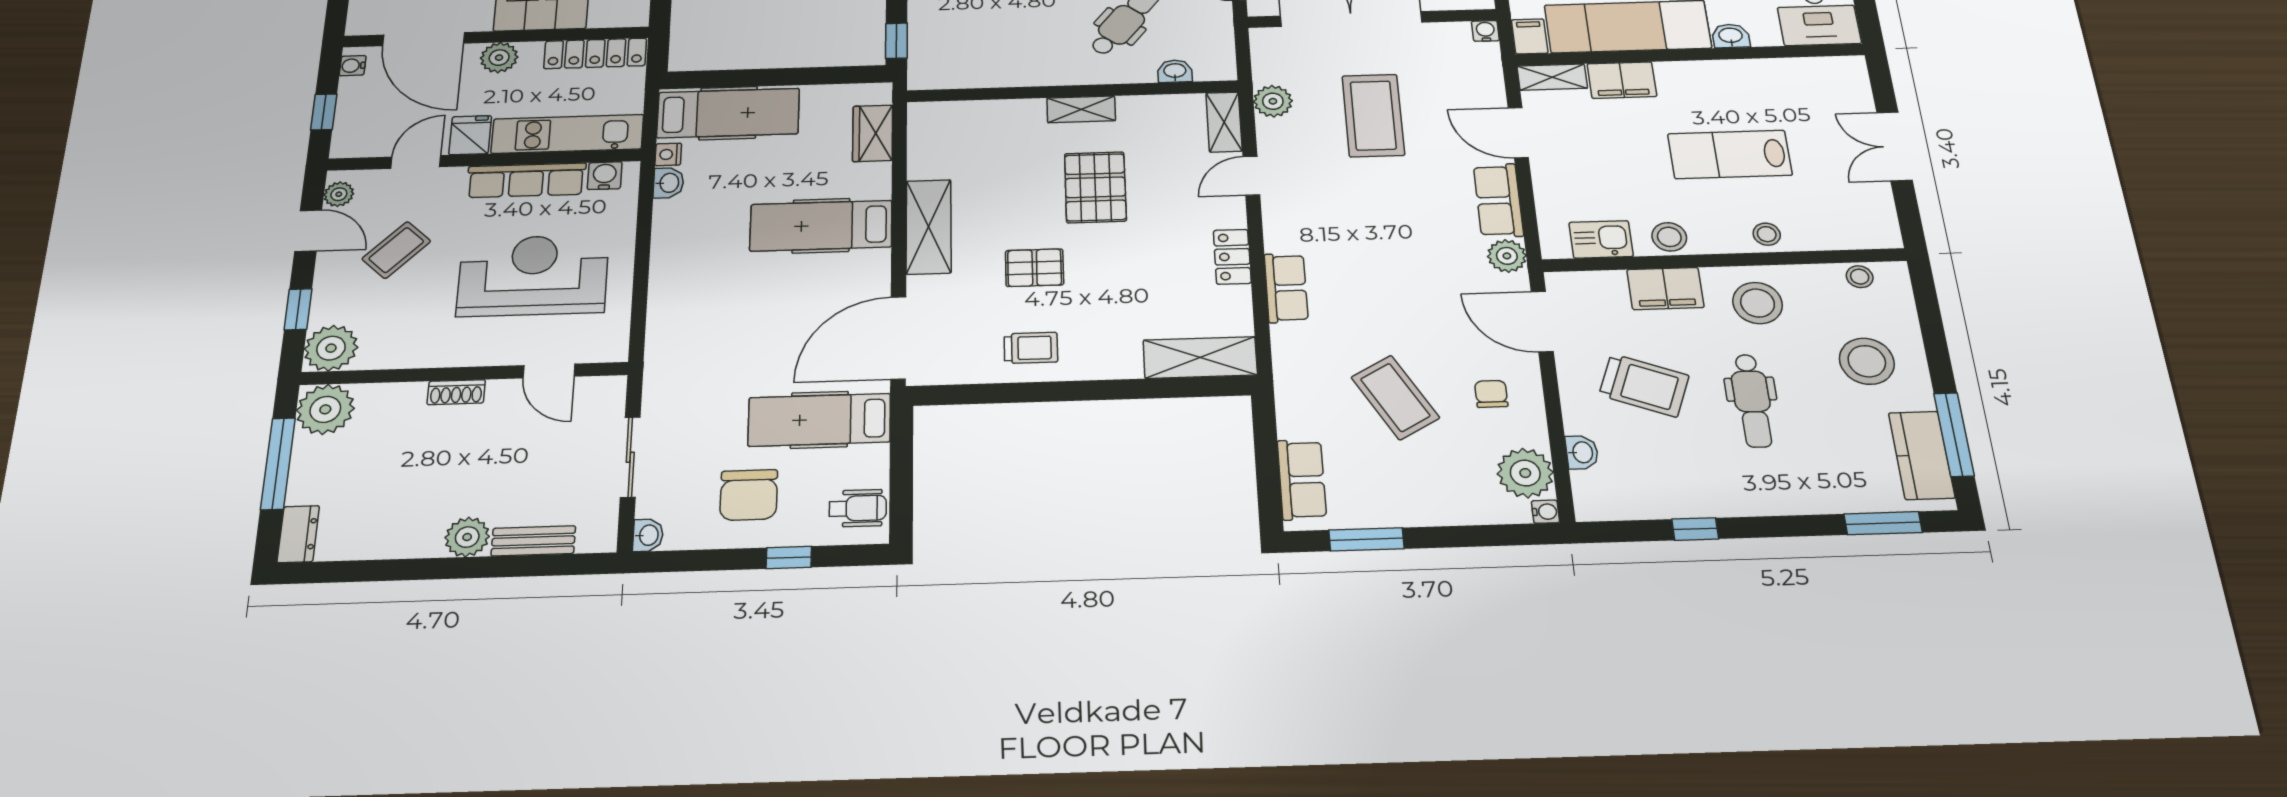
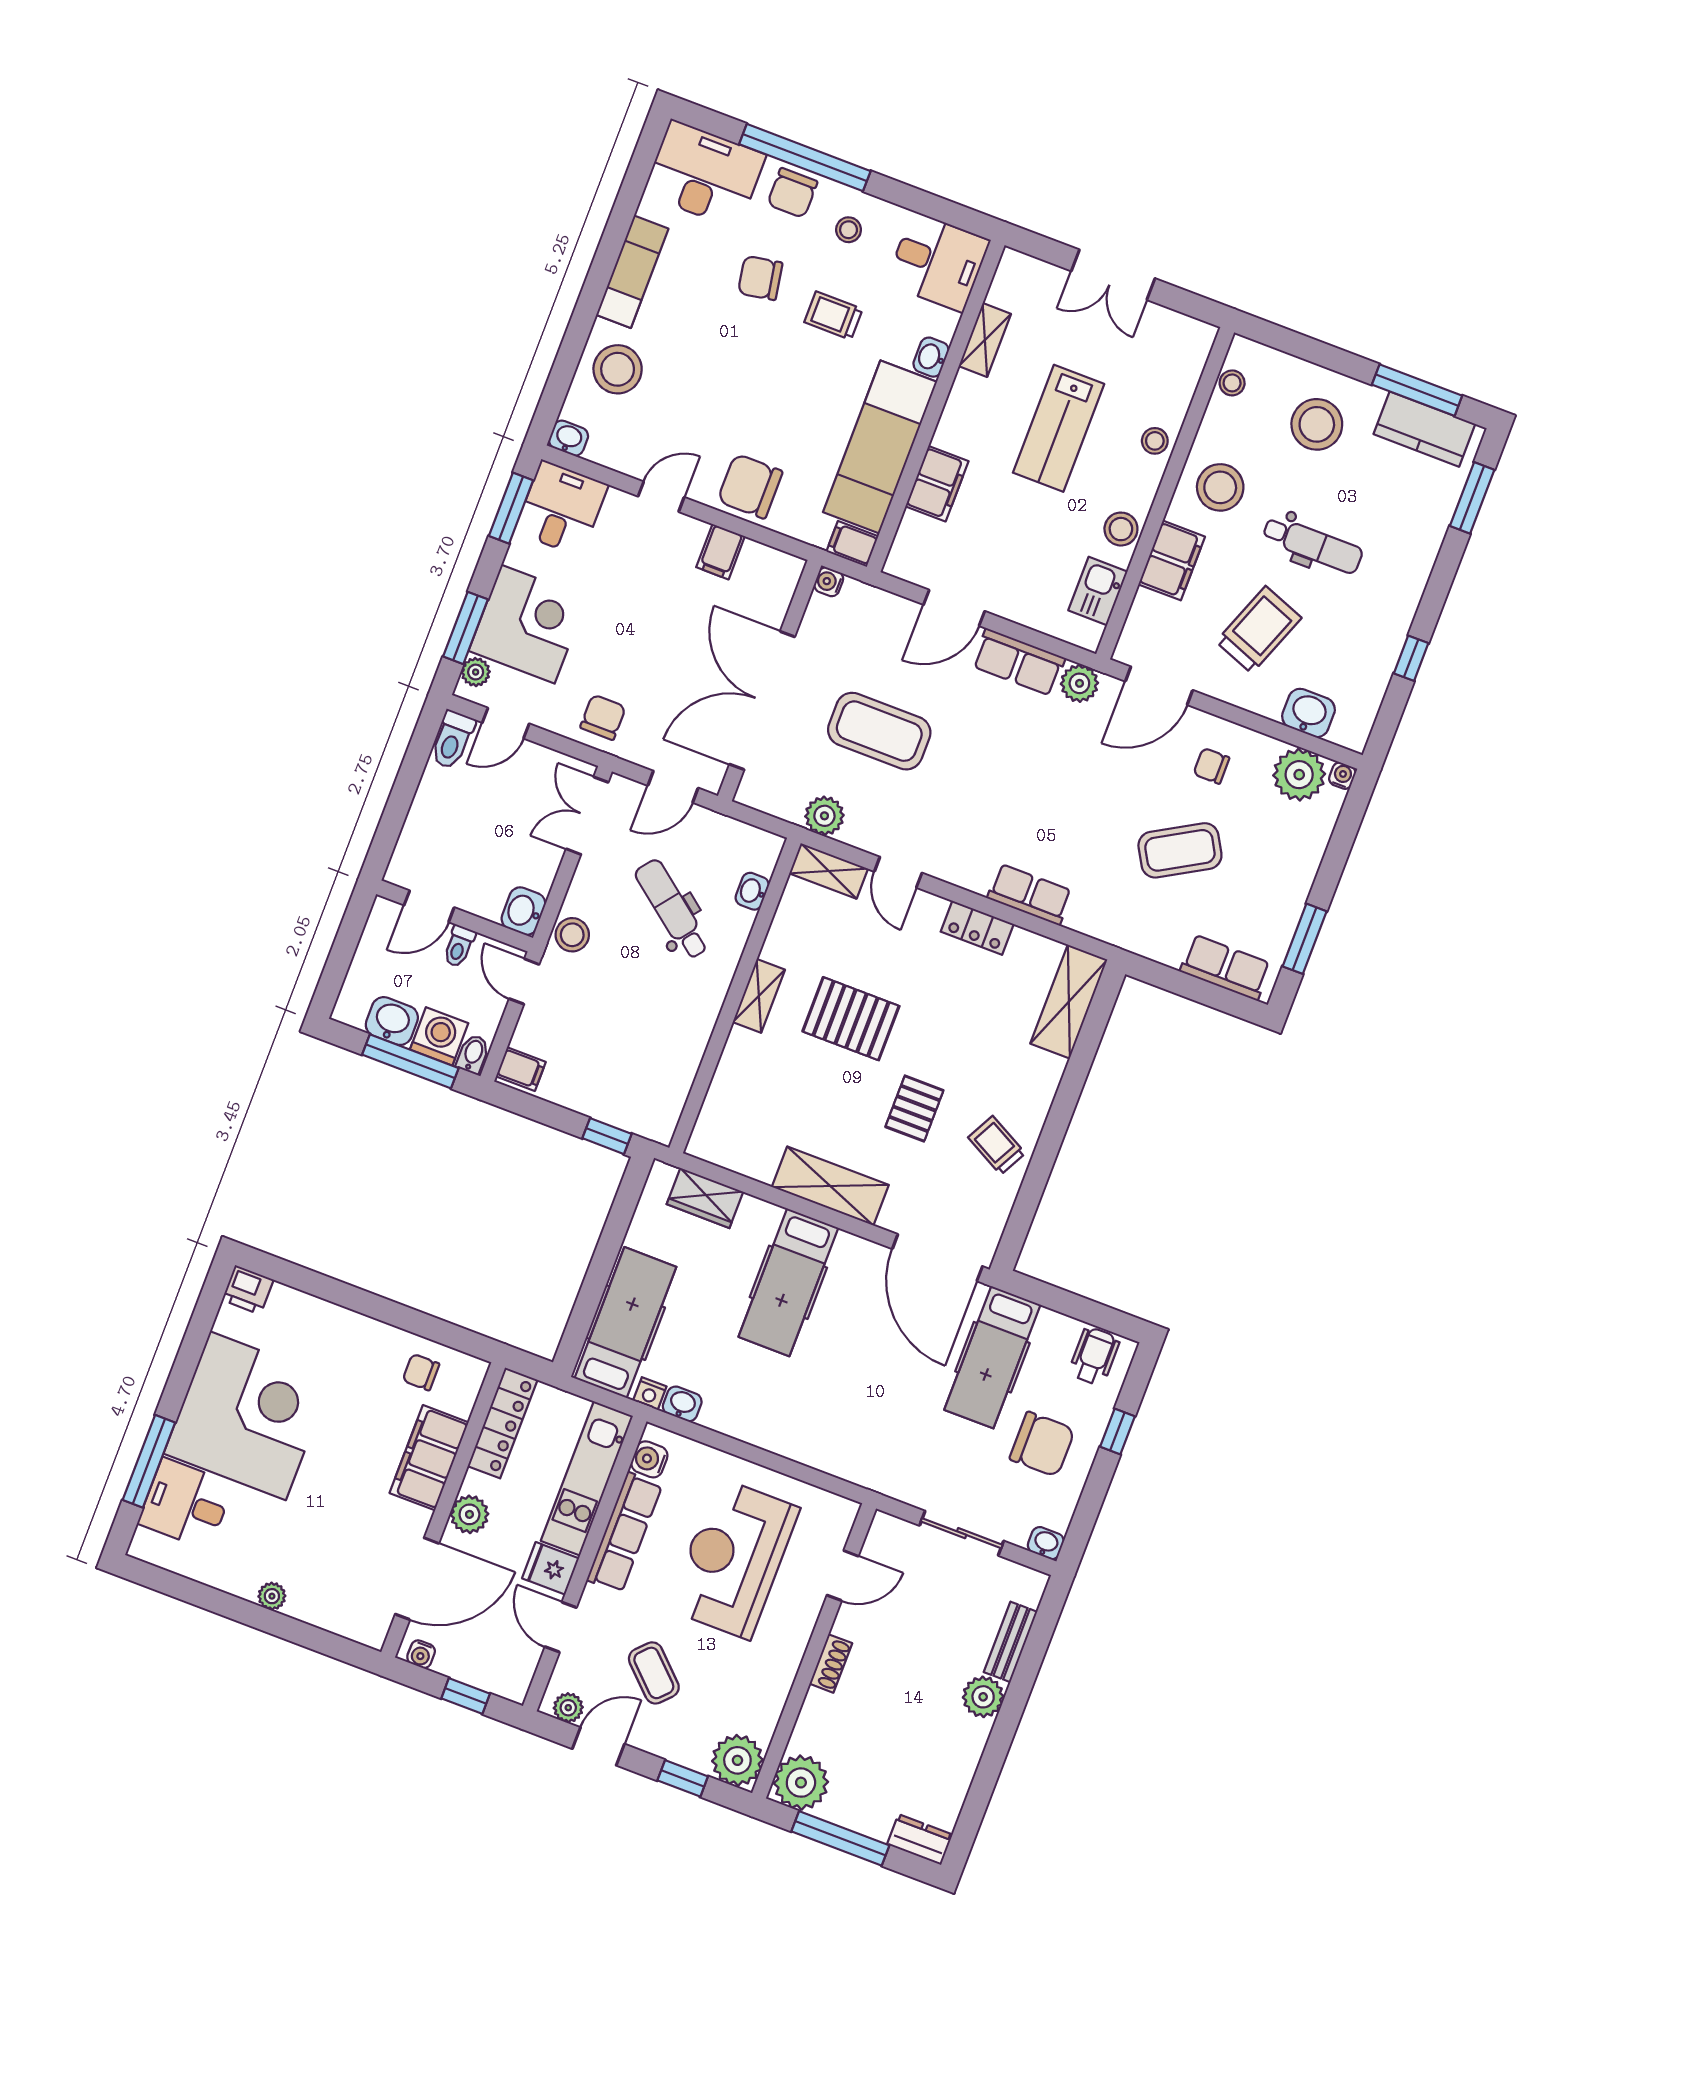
shelving: (1552, 77) -> (985, 340), moved
trolley: (1031, 348) -> (997, 1145), turned -62
washbasin: (1582, 452) -> (1308, 713), width x1.38, depth x1.45

